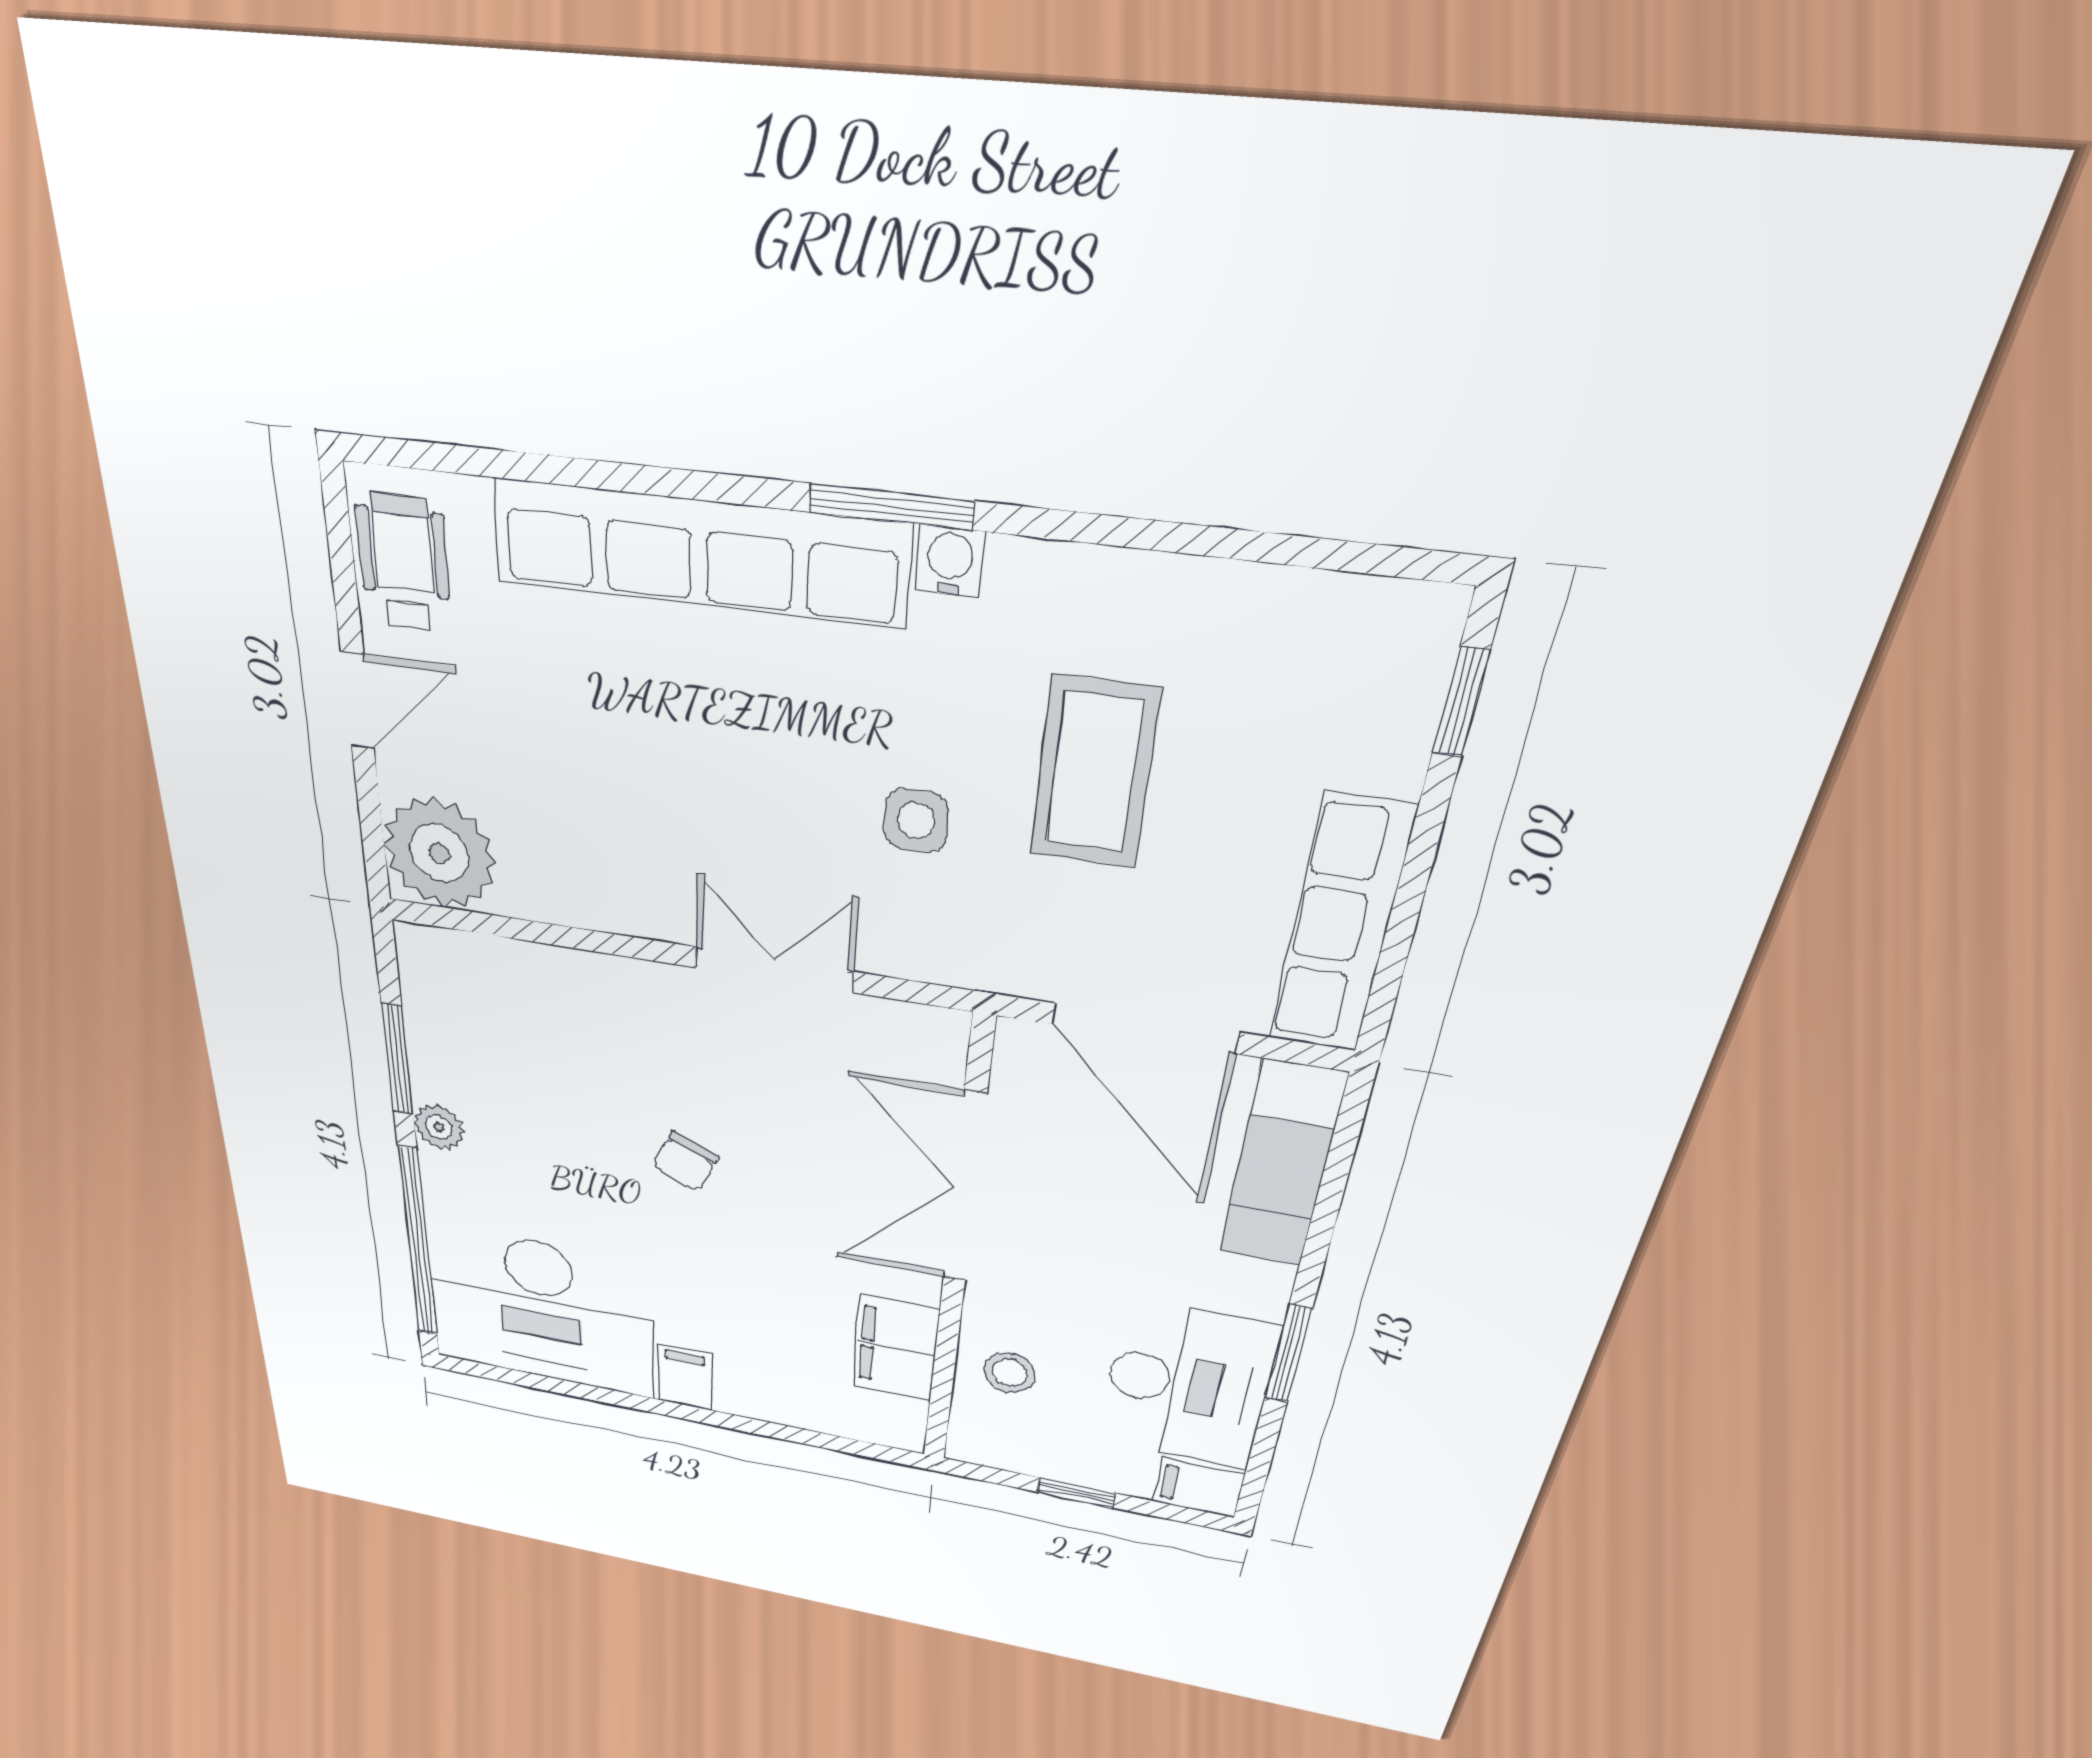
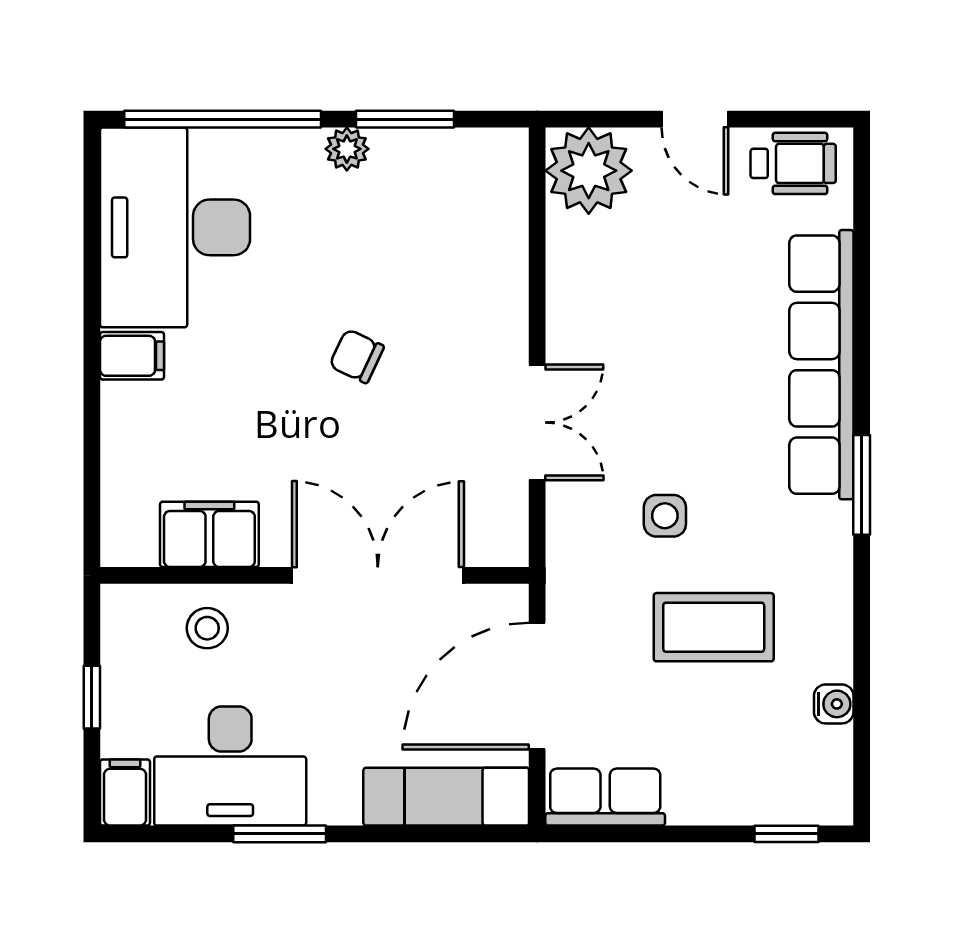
water cooler: (950, 561) -> (834, 704), moved
row of seats: (1340, 926) -> (605, 797), width x0.68

